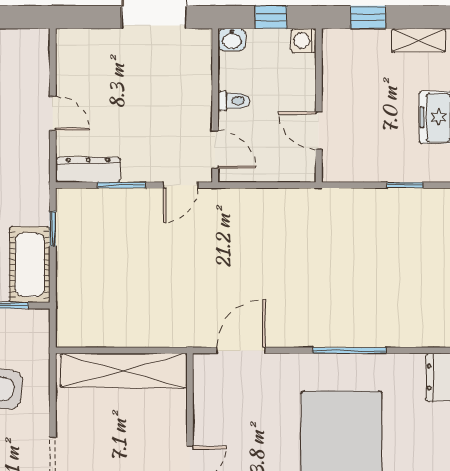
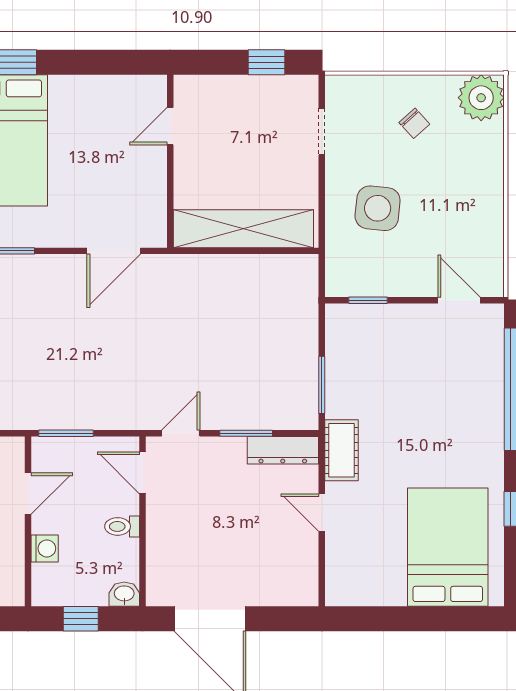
washing machine: (304, 41) -> (45, 548), moved
door: (319, 131) -> (28, 493), hinge flipped
window: (284, 185) -> (66, 433), added
window: (53, 229) -> (322, 385), width x1.50
cot: (30, 265) -> (342, 450), moved, width x0.73, depth x0.75

